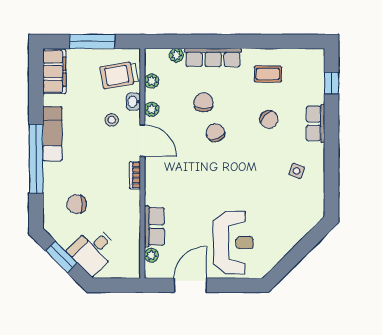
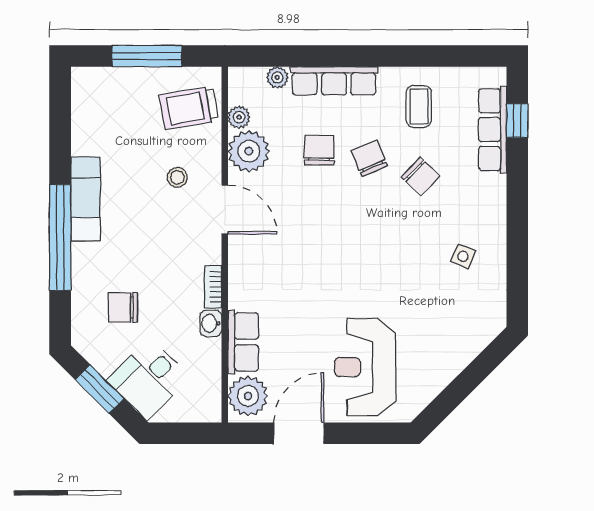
filing cabinet: (54, 72) -> (89, 103), removed
coffee table: (268, 74) -> (419, 106), turned 90
washbasin: (133, 102) -> (211, 323), moved
plant: (152, 109) -> (249, 151), width x1.87, depth x1.87
row of seats: (316, 124) -> (493, 130), moved, width x1.48
chair: (215, 133) -> (369, 158), moved
bookcase: (135, 175) -> (213, 287), moved
reception desk: (233, 243) -> (365, 367), turned 180
plant: (151, 255) -> (248, 396), width x1.88, depth x1.88

